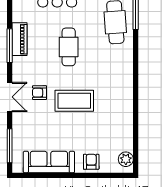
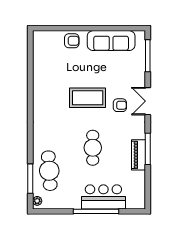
plant: (126, 159) -> (40, 43), removed
armchair: (91, 162) -> (72, 41), turned -90

